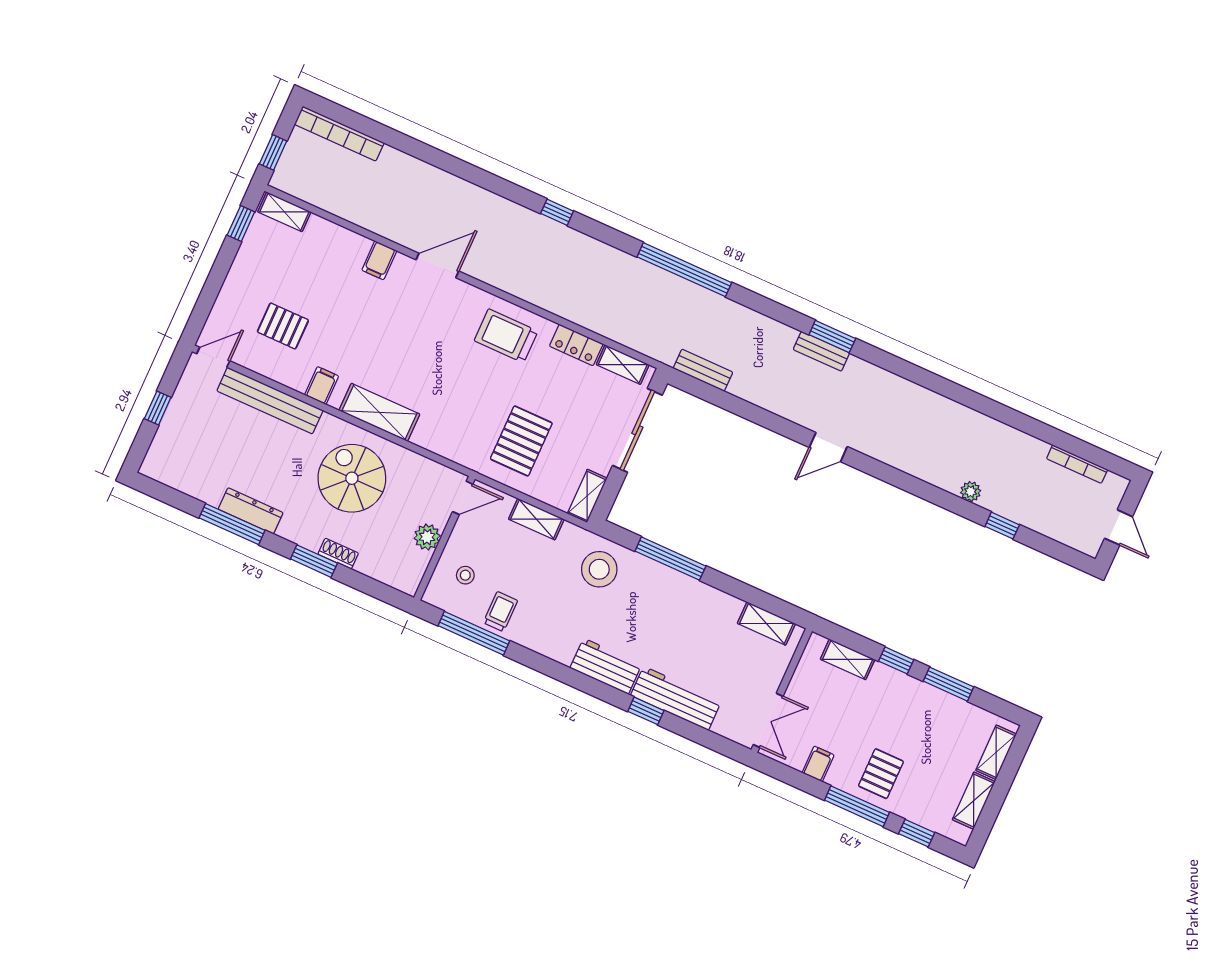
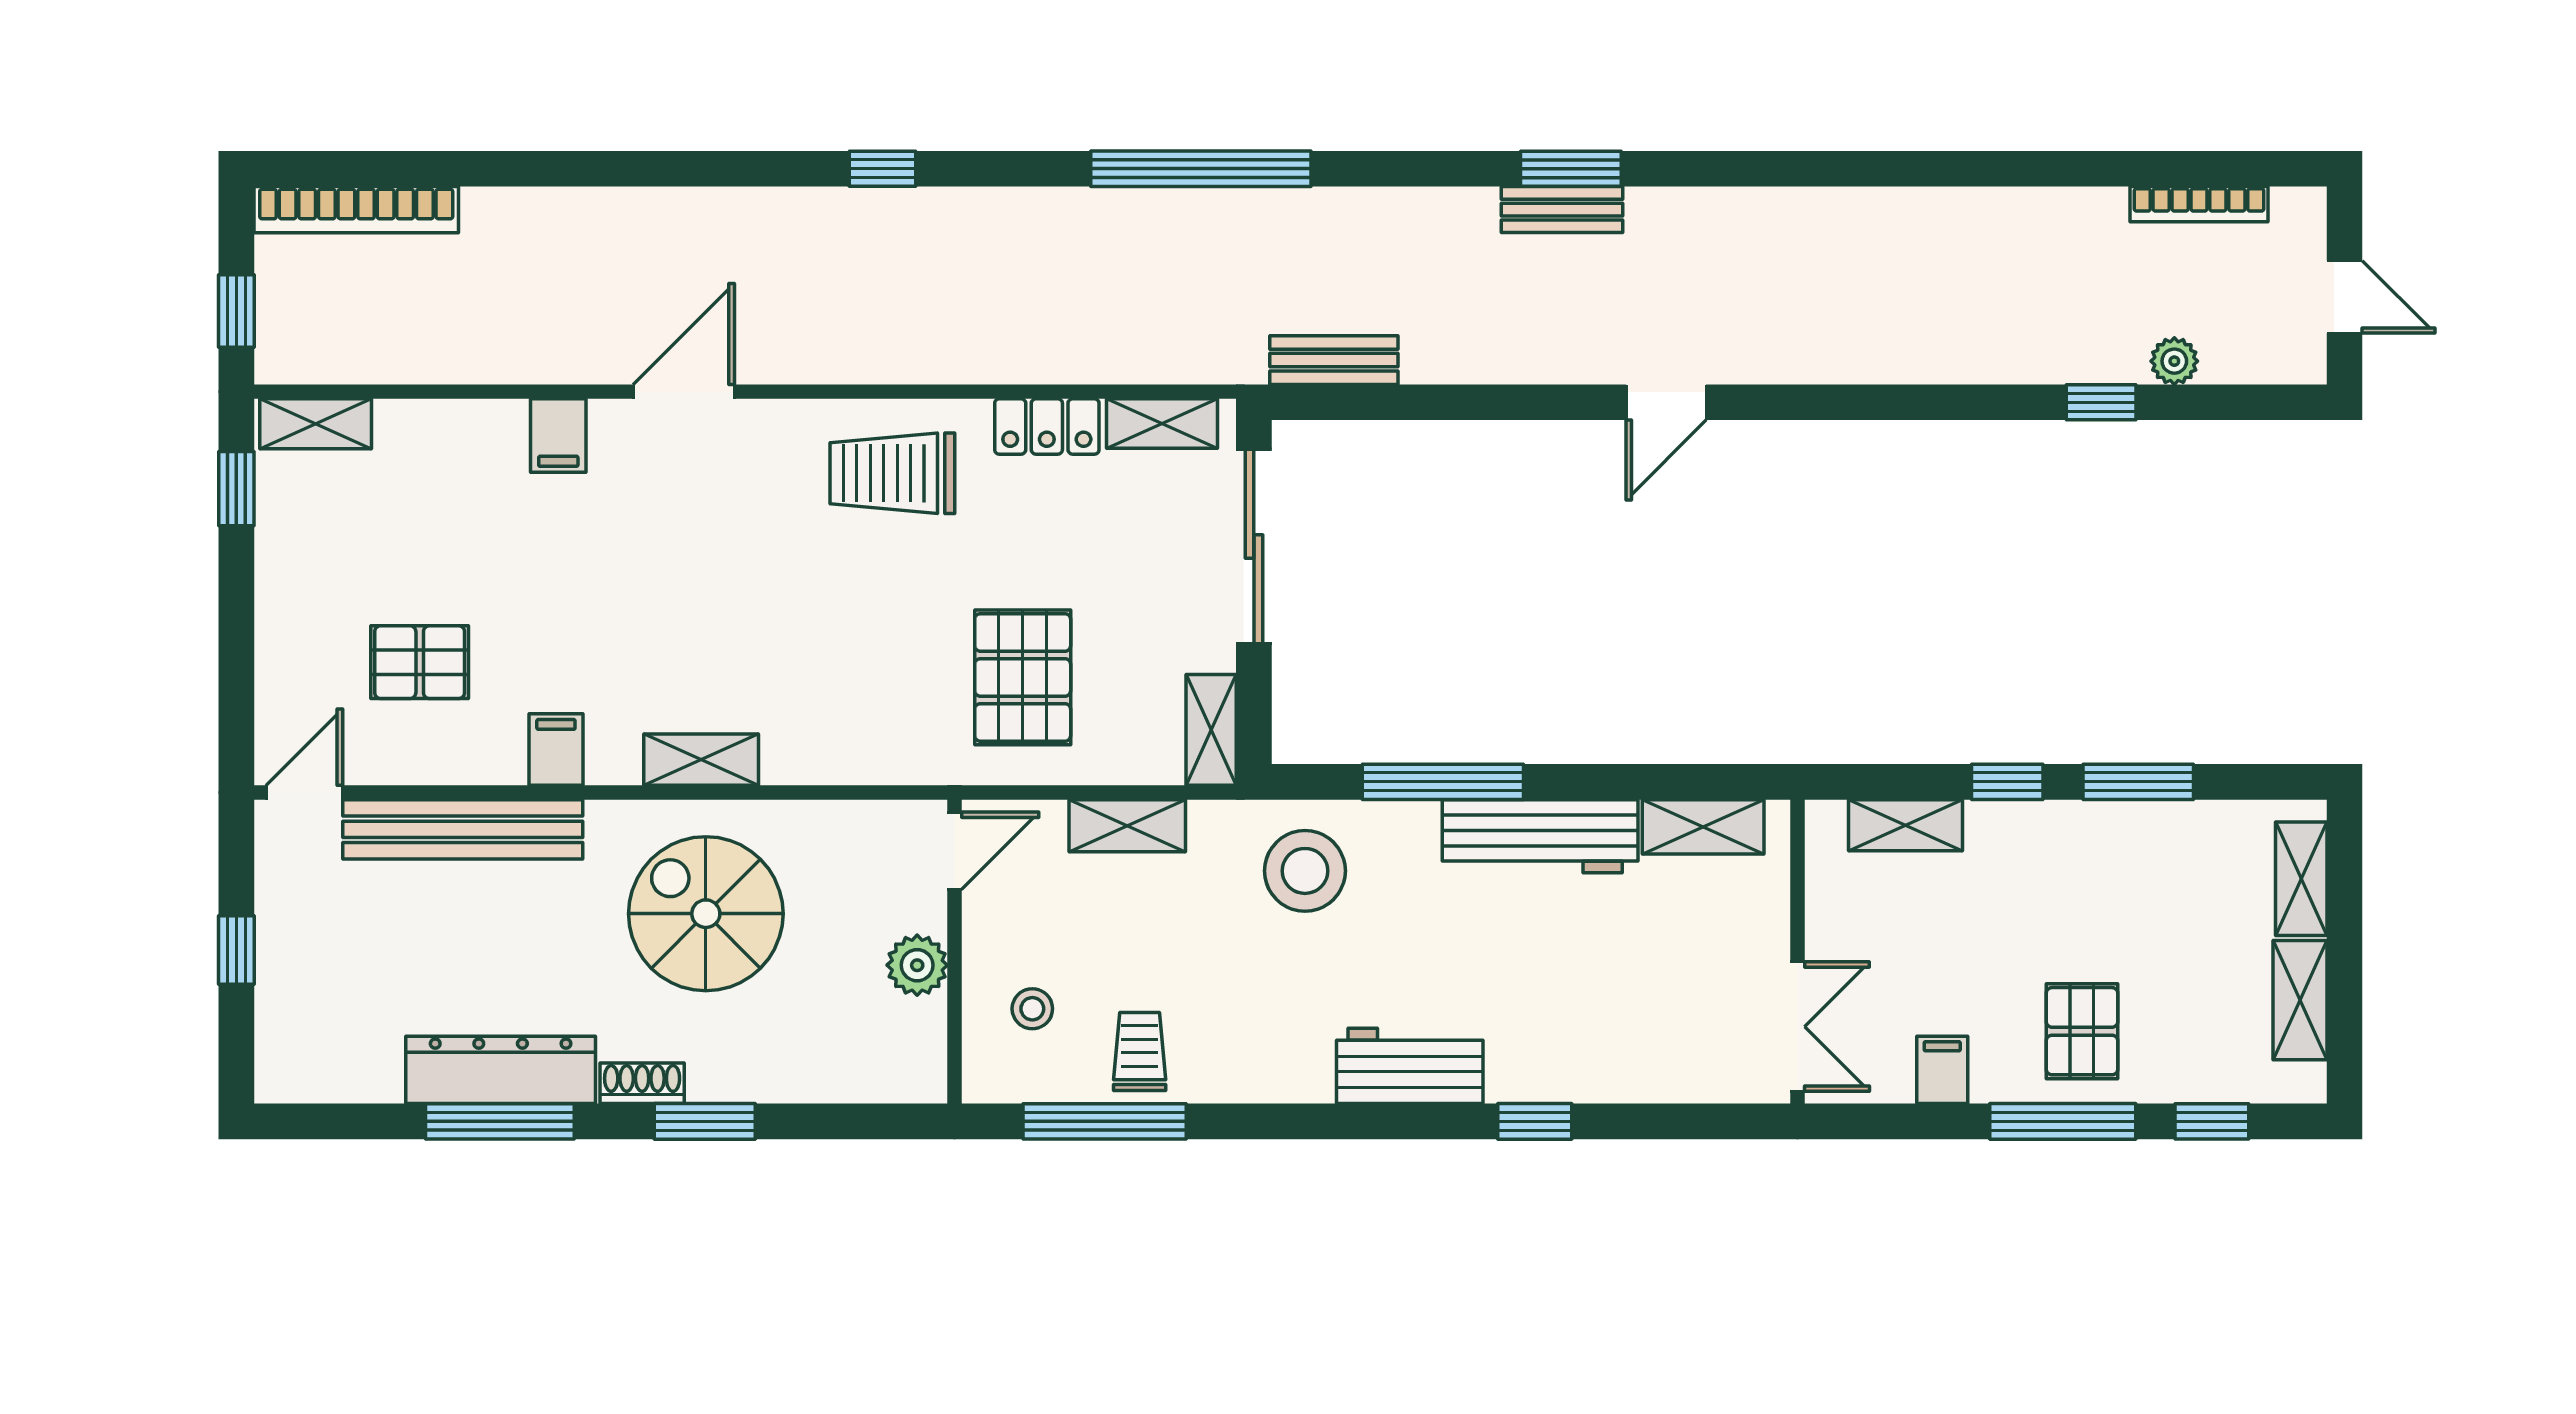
shelving: (379, 412) -> (701, 760), width x0.67, depth x0.75
plant: (971, 492) -> (2174, 361), moved
dresser: (251, 511) -> (501, 1070), width x1.37, depth x1.24
shoe rack: (338, 554) -> (642, 1083), moved
workbench: (676, 698) -> (1540, 836), moved, turned 180

